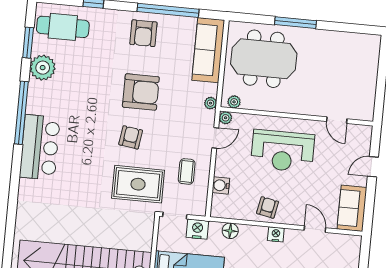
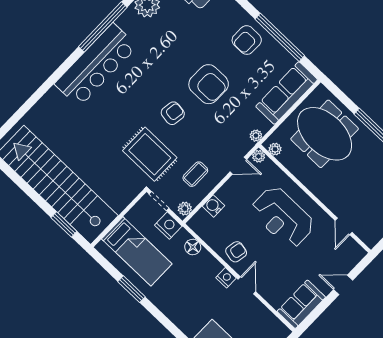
bar counter: (40, 147) -> (96, 65), width x1.36
plant: (200, 205) -> (185, 209), added
door: (315, 229) -> (247, 285), moved

